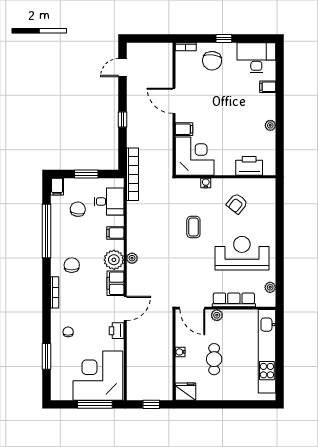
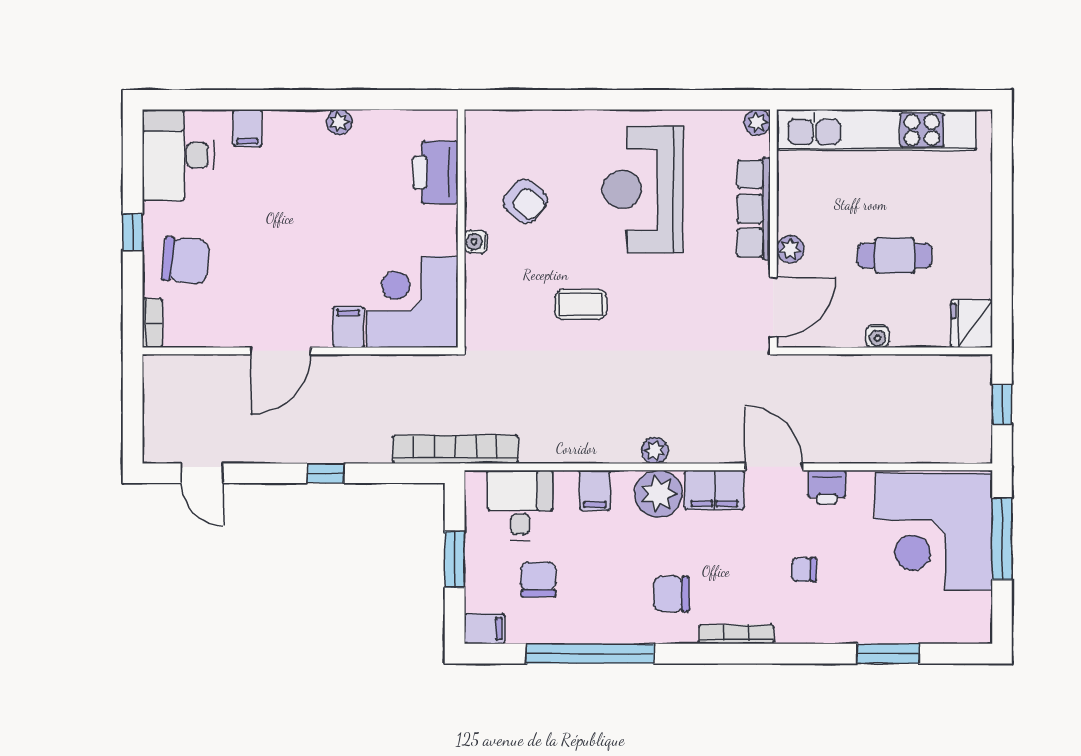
water cooler: (206, 183) -> (476, 242), moved
chair: (78, 209) -> (538, 580), turned 83
plant: (270, 287) -> (757, 122), moved
chair: (68, 332) -> (804, 570), moved

